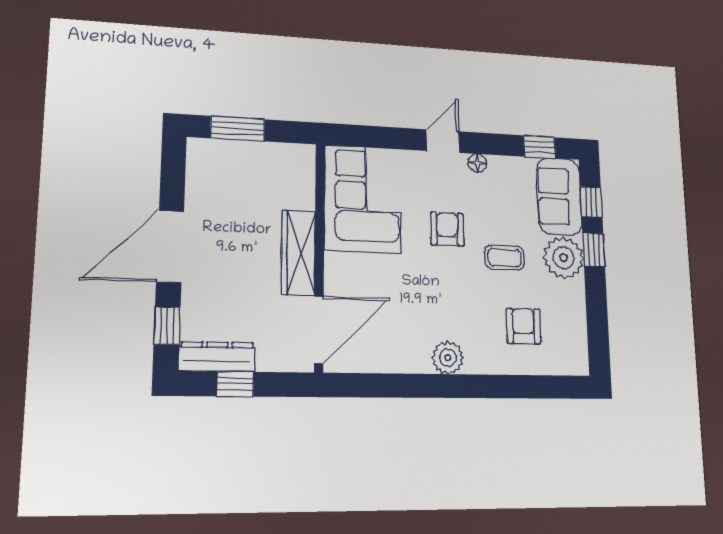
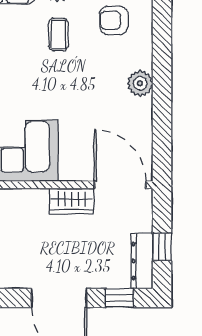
armchair: (447, 229) -> (37, 82), removed
wardrobe: (298, 253) -> (72, 201), width x0.67

